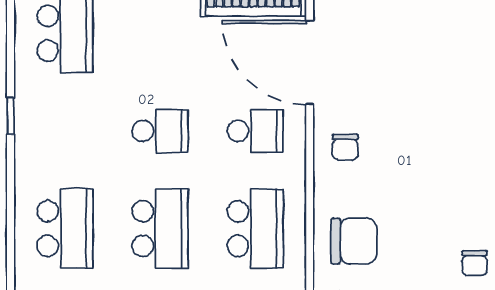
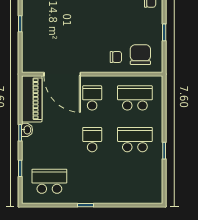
door: (310, 62) -> (62, 74), hinge flipped
chair: (345, 147) -> (116, 57), moved
school desk: (65, 229) -> (135, 181), removed

